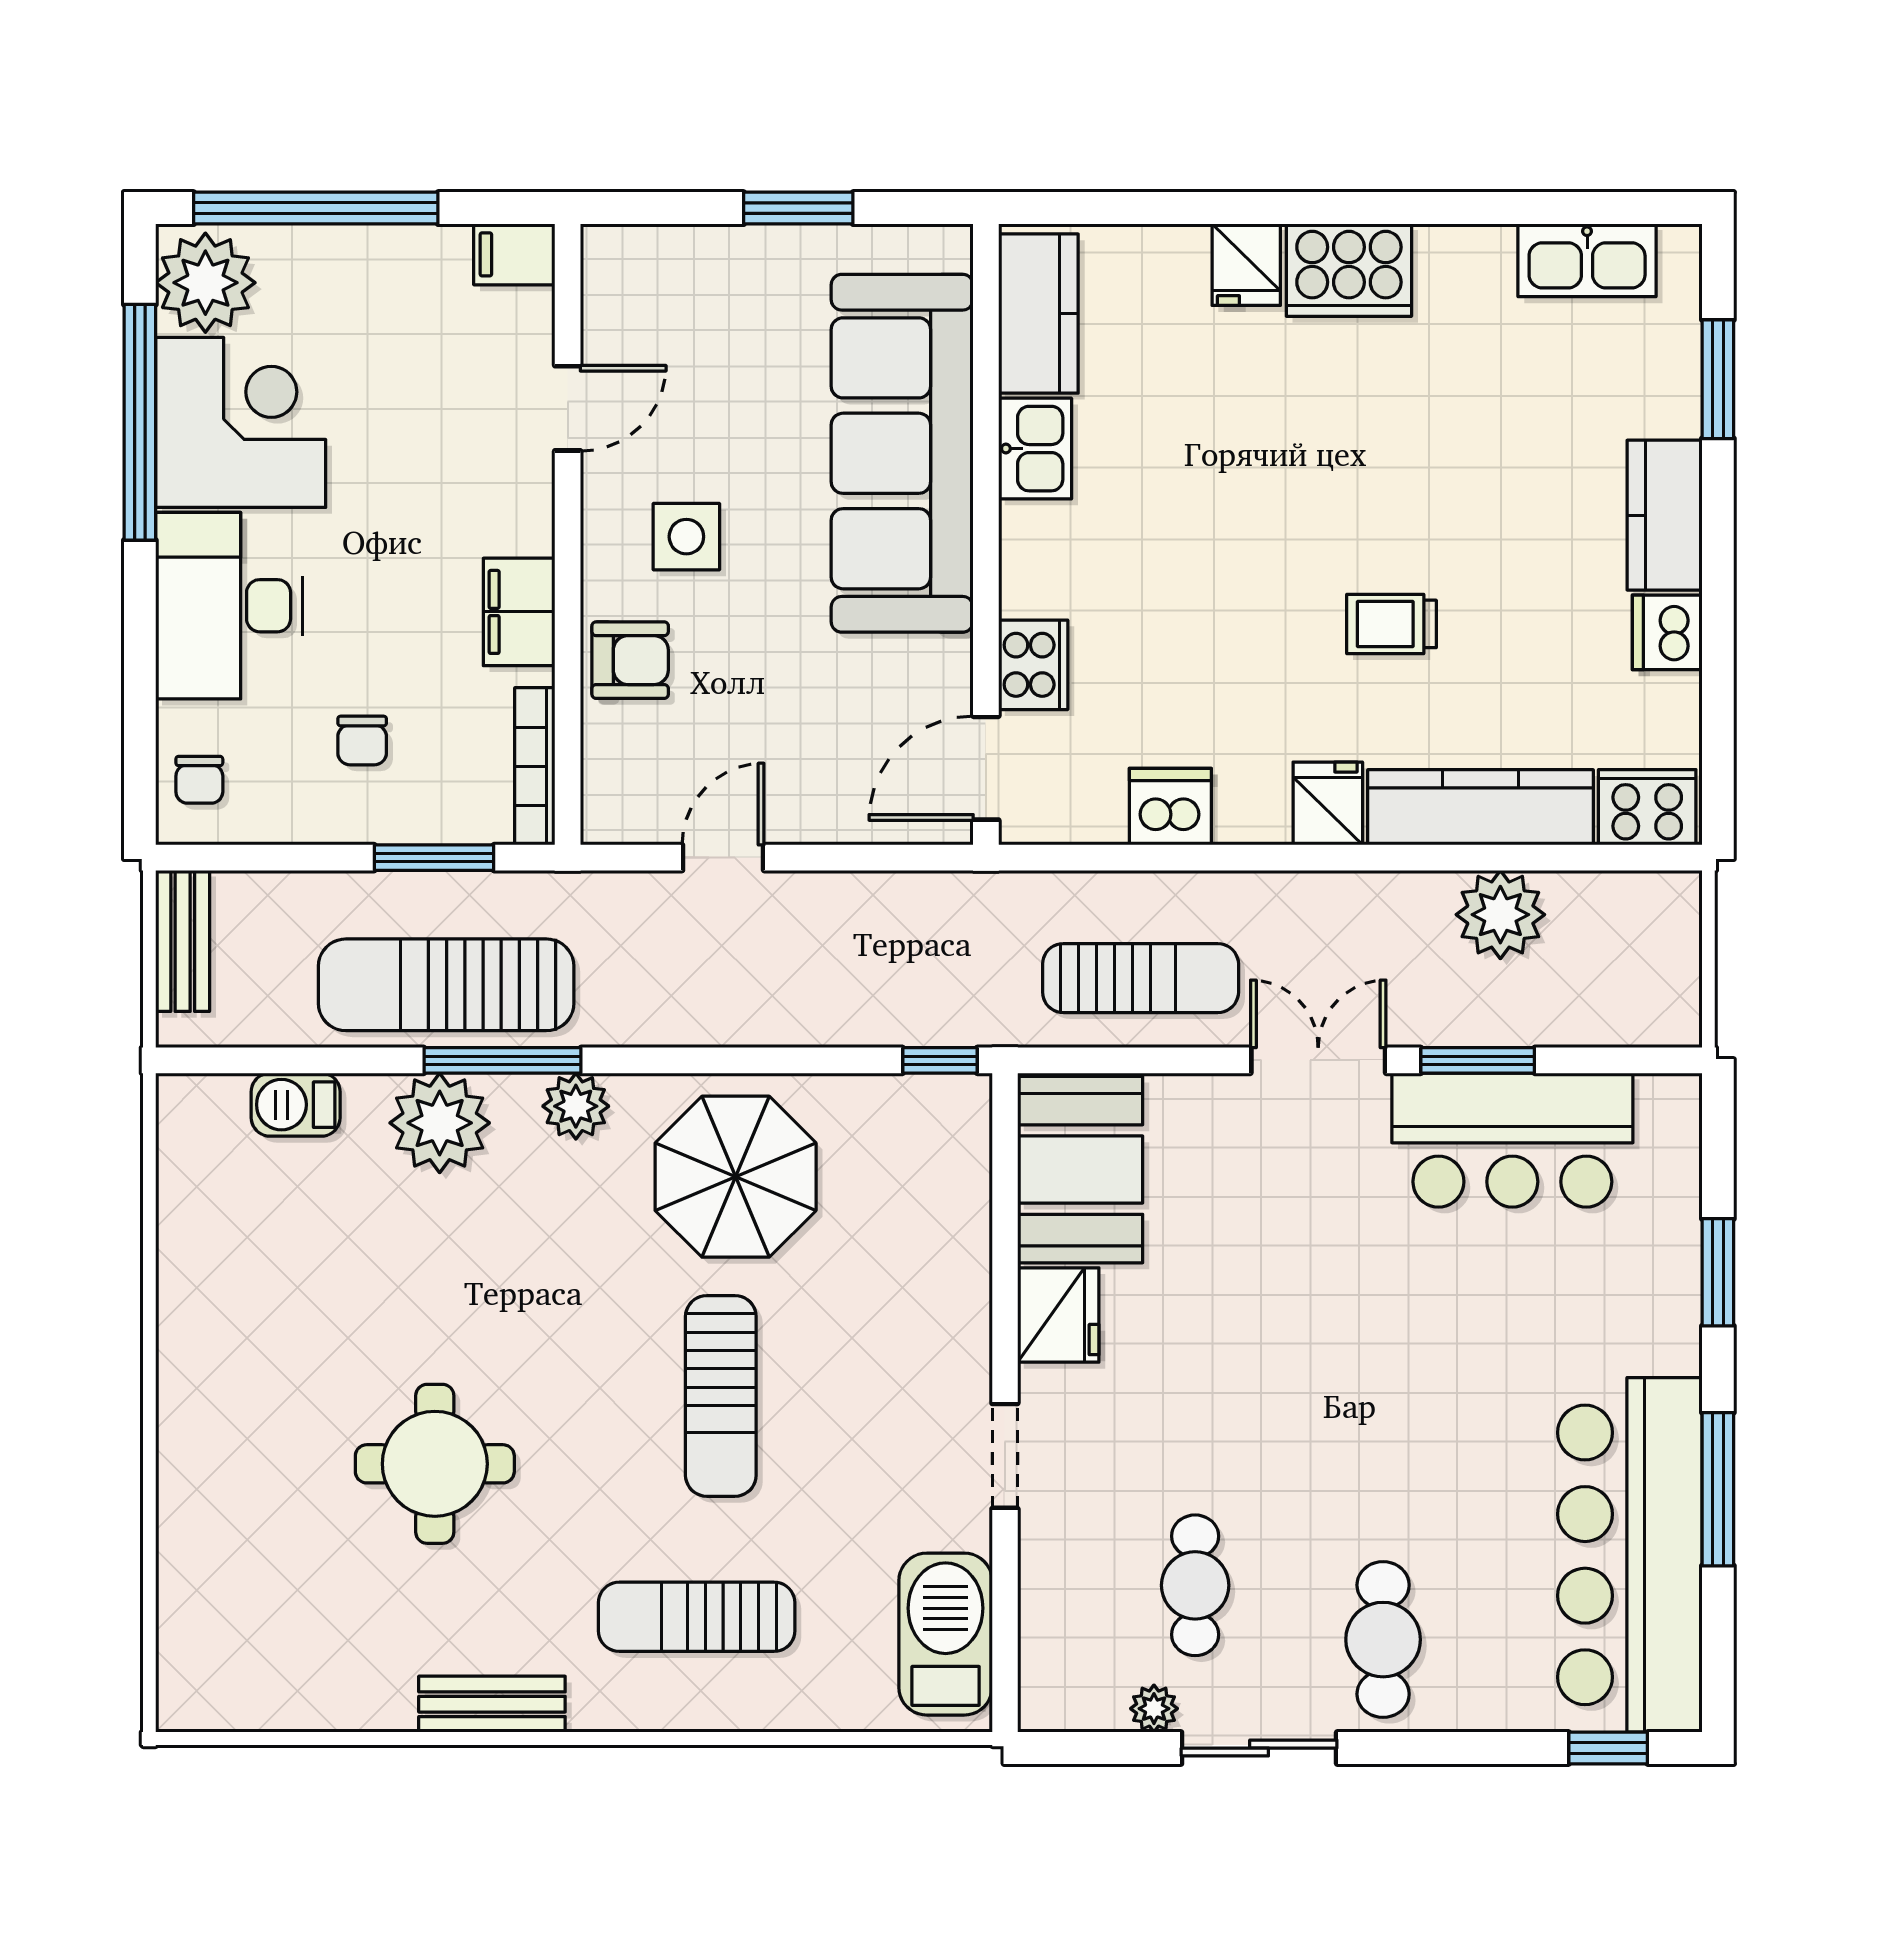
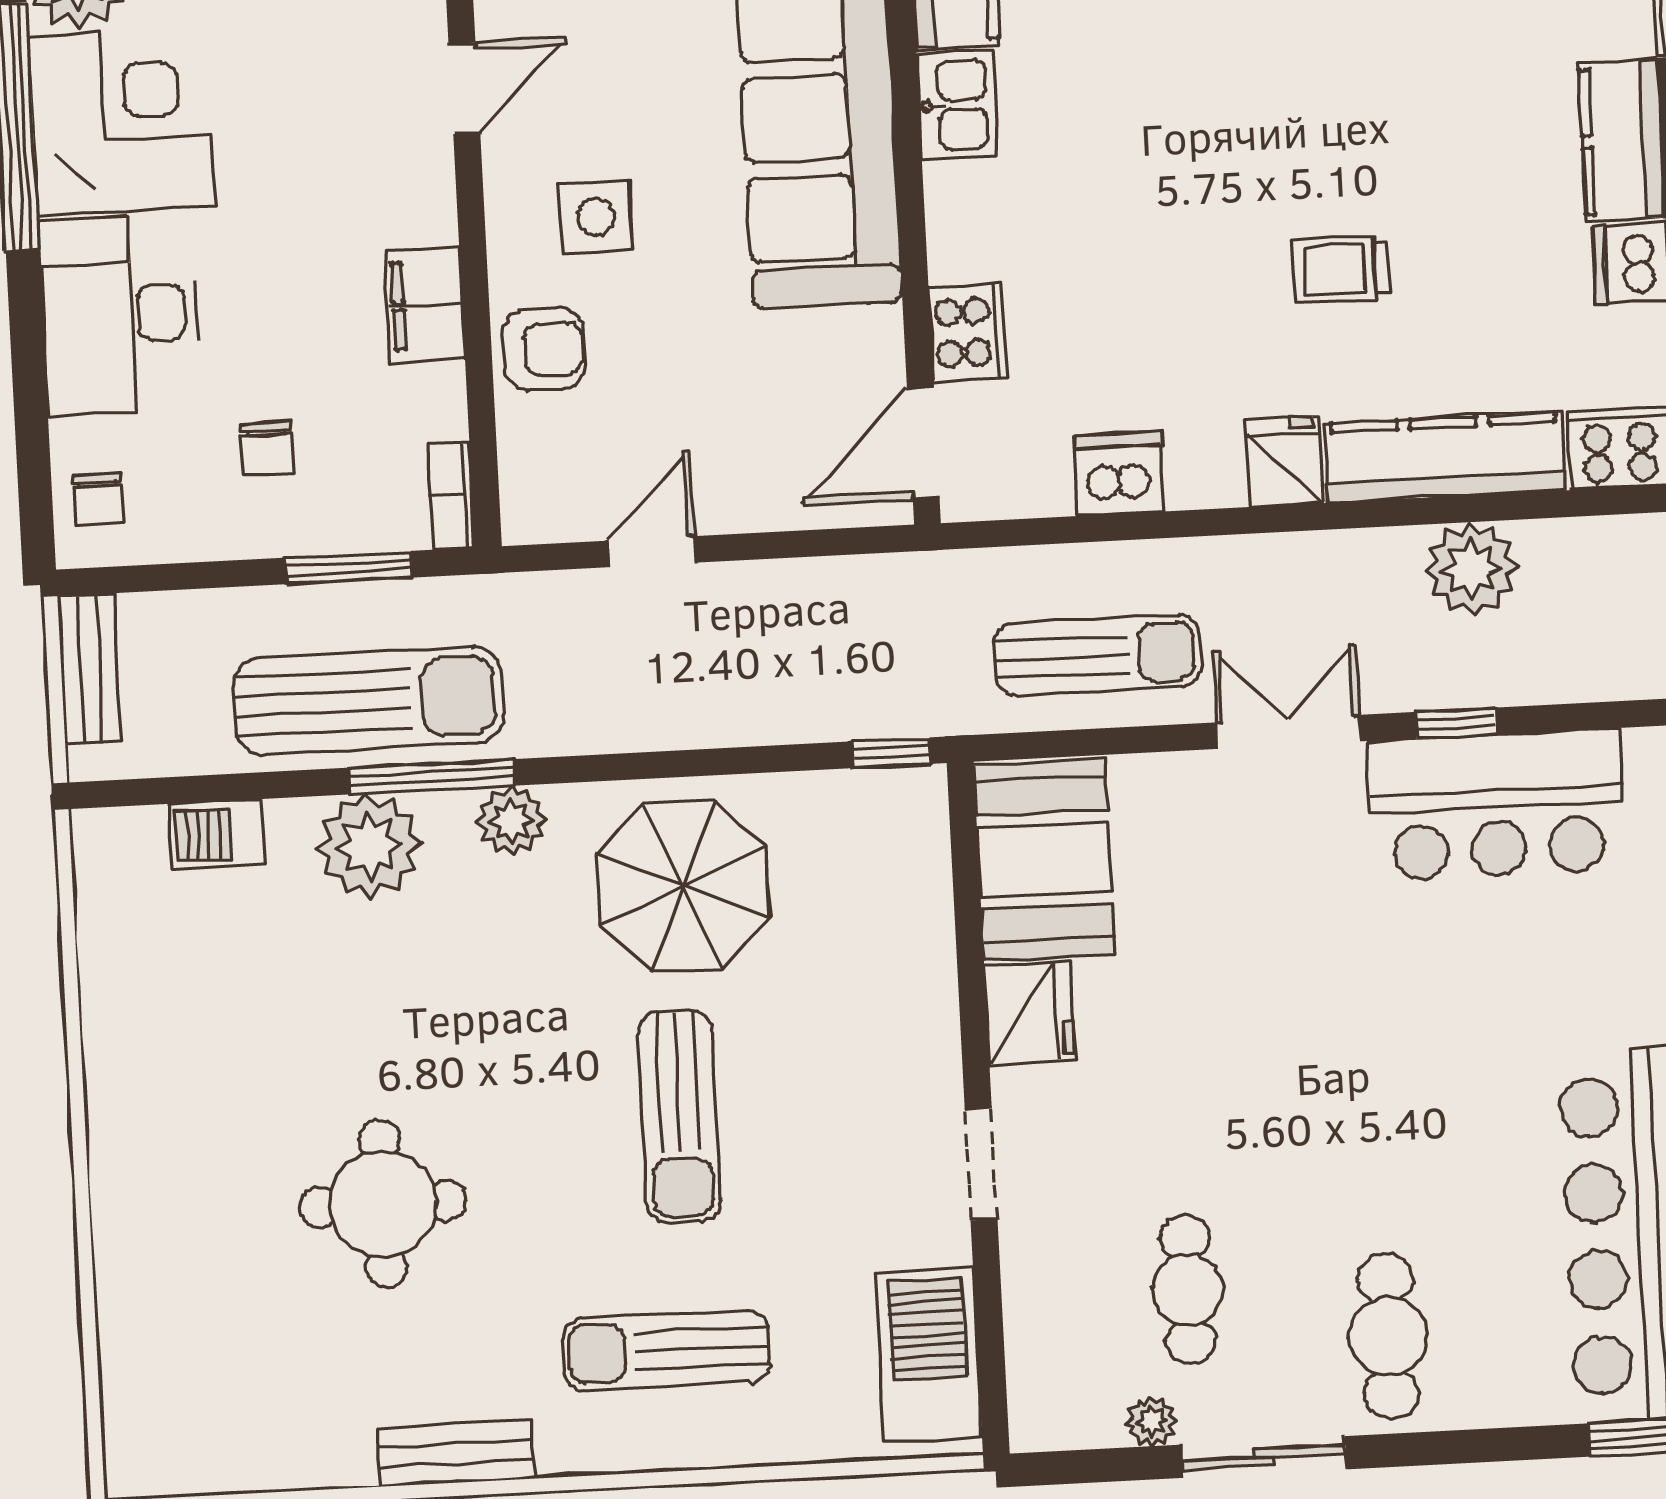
bookcase: (535, 766) -> (451, 496), width x0.64
sun lounger: (446, 985) -> (368, 700), turned 180
window: (1478, 1060) -> (1456, 723), width x0.67

